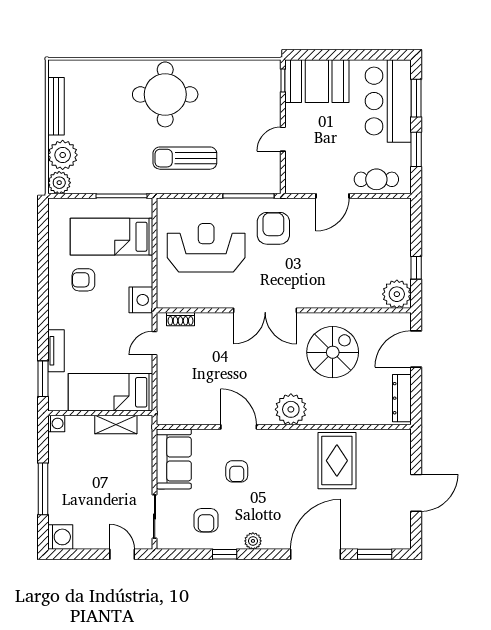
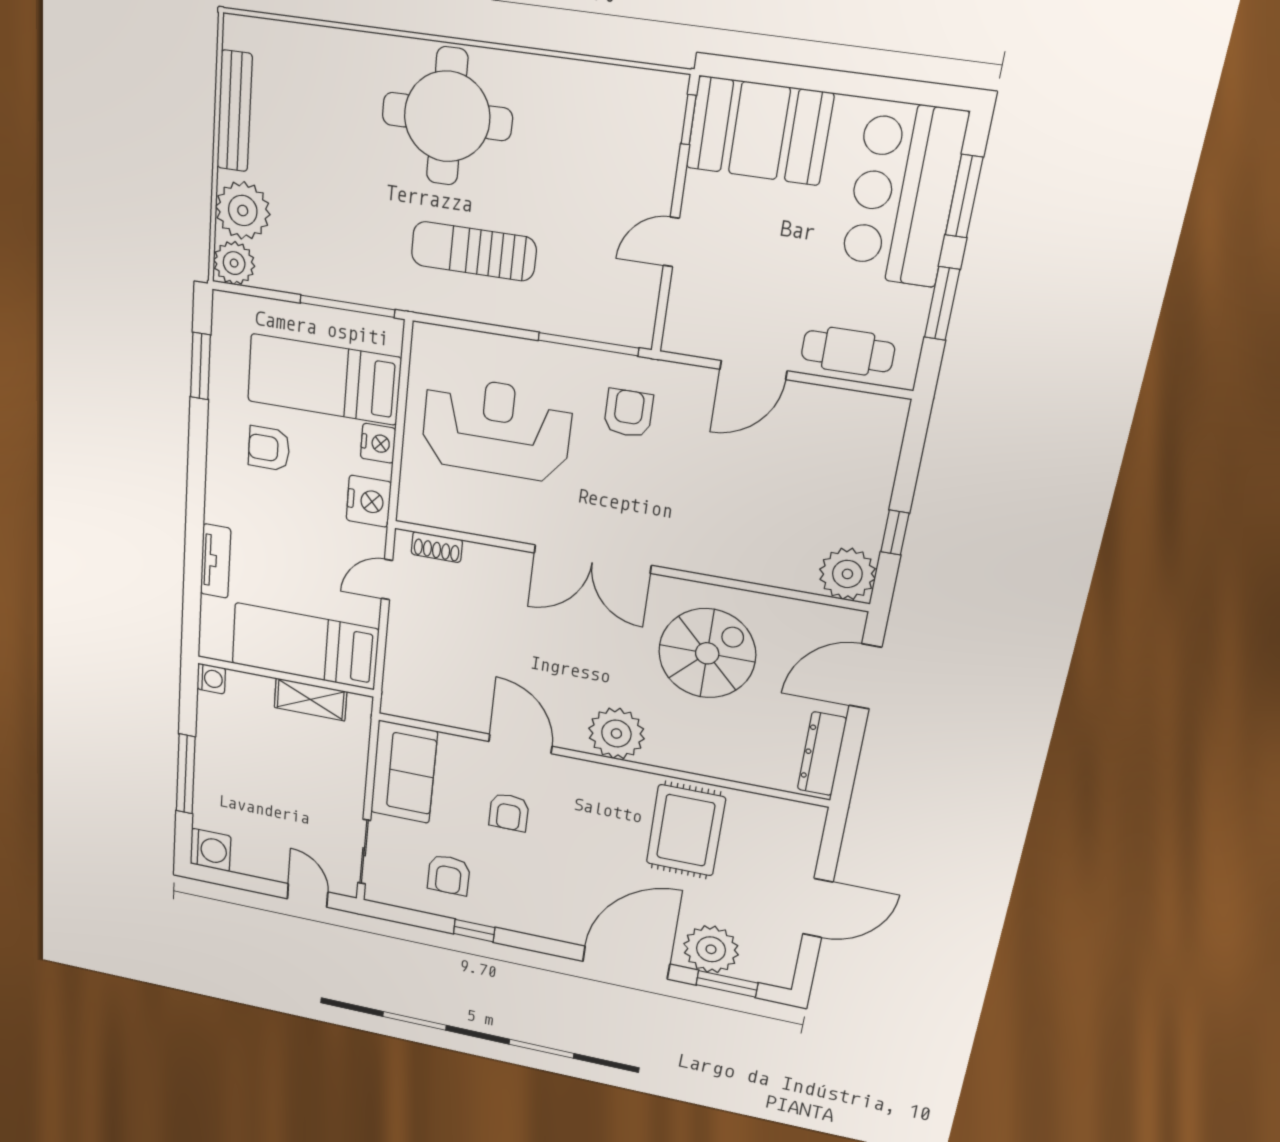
armchair: (273, 228) -> (628, 413), width x0.72, depth x0.72
nightstand: (143, 267) -> (378, 443), added
window: (43, 379) -> (200, 366), moved
plant: (253, 541) -> (711, 949), moved, width x1.88, depth x1.88

